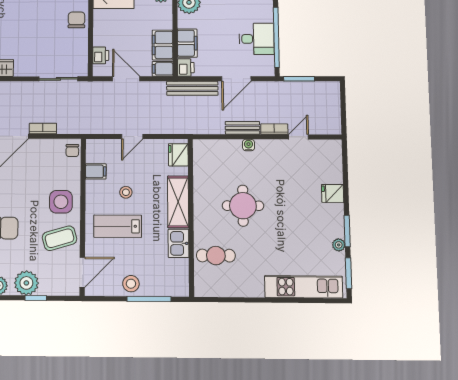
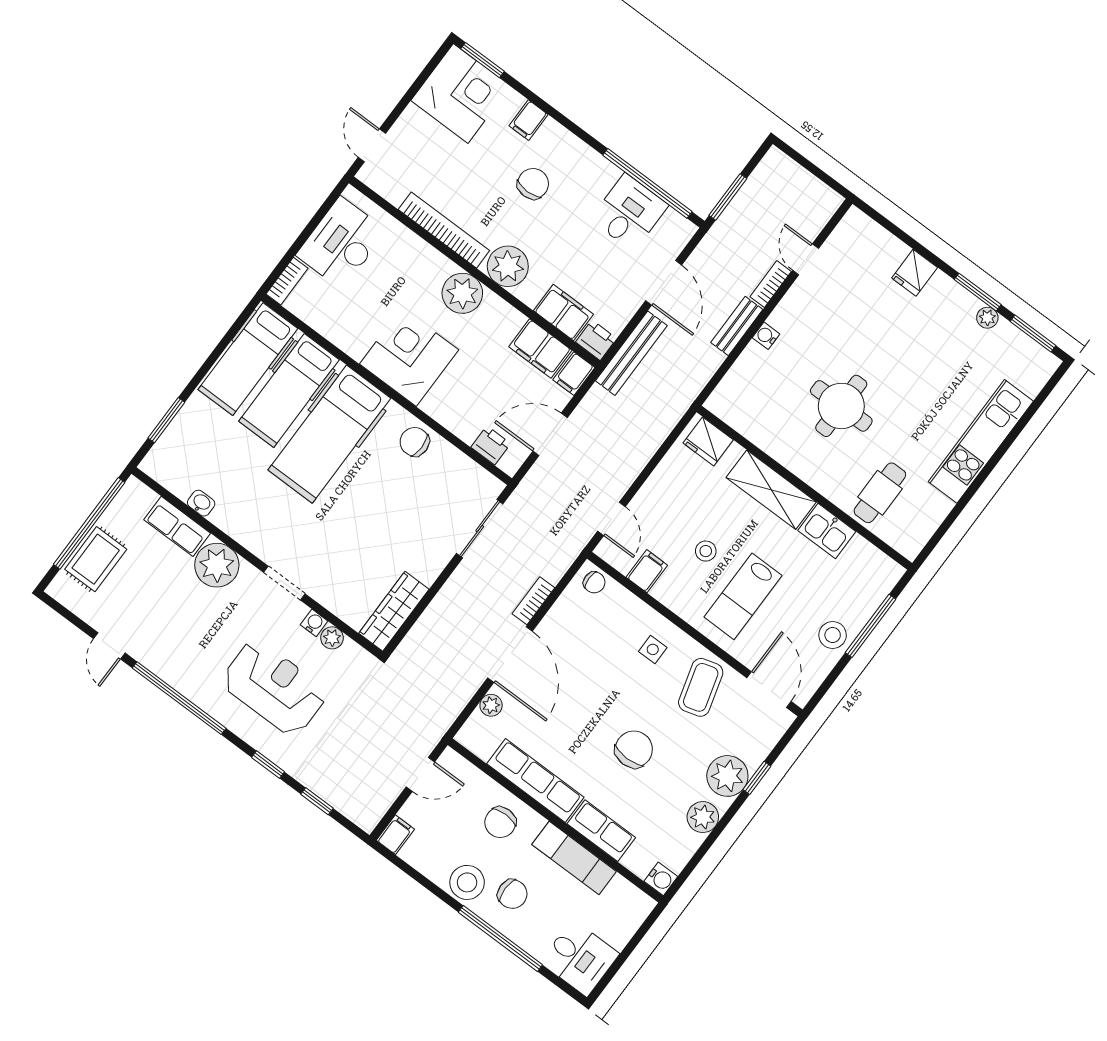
door: (132, 137) -> (611, 519), moved
side table: (61, 202) -> (653, 649), width x0.54, depth x0.54
kitchen unit: (304, 287) -> (981, 441), moved

